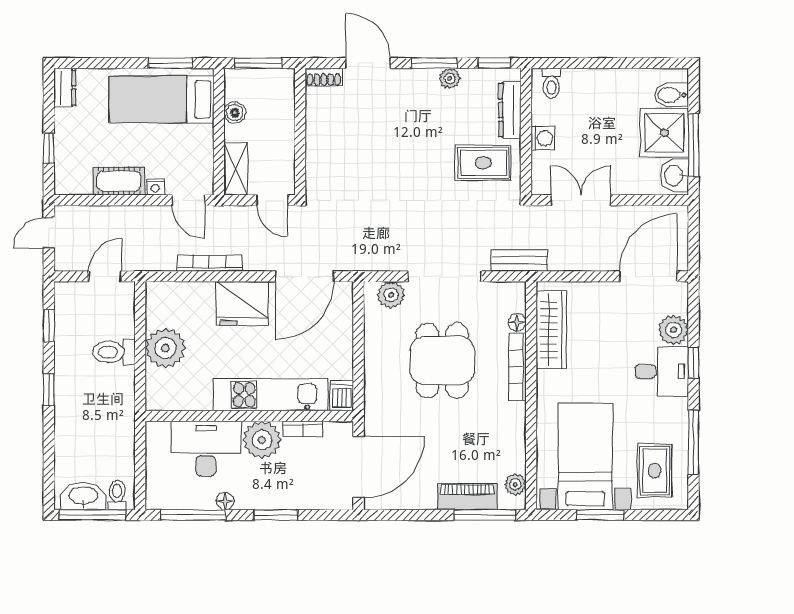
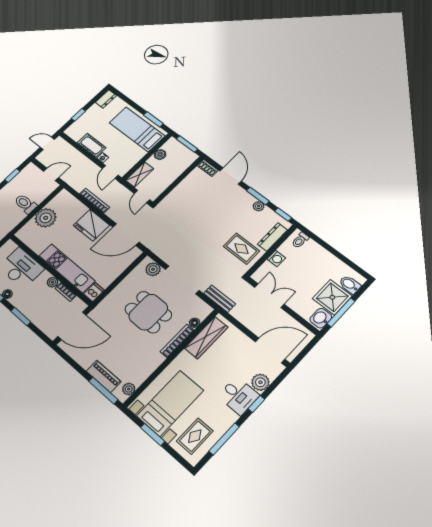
dining table: (442, 361) -> (148, 312), turned 90
plant: (262, 440) -> (52, 282), width x0.53, depth x0.53

